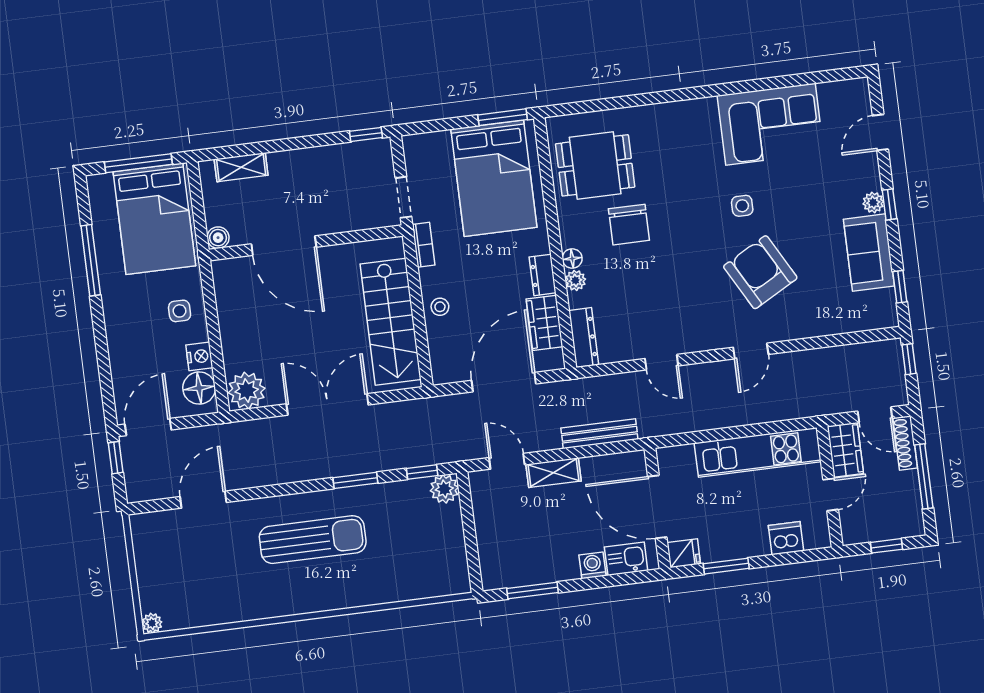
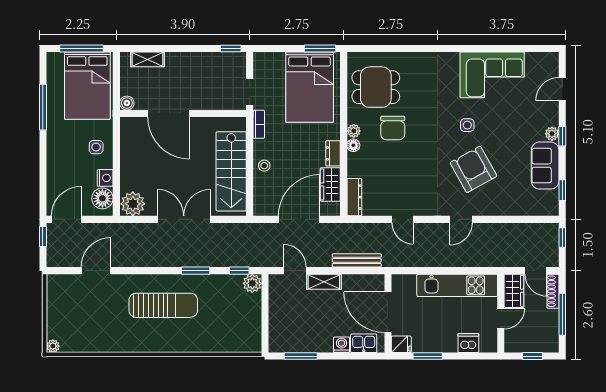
plant: (575, 280) -> (354, 131), moved

